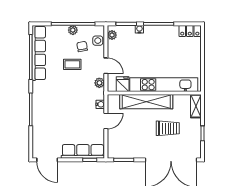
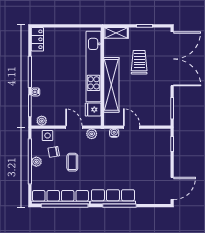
door: (106, 66) -> (74, 127), hinge flipped
row of seats: (83, 151) -> (113, 197), moved, turned 90

